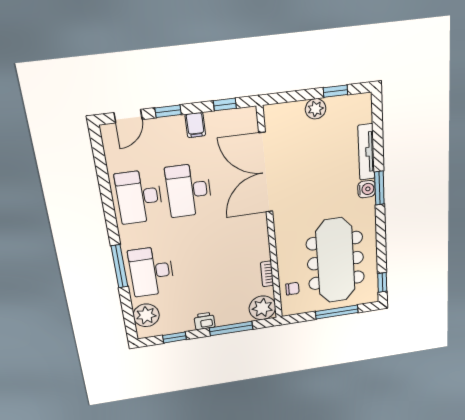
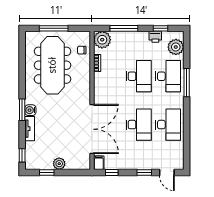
door: (128, 116) -> (167, 172), swing flipped
filing cabinet: (195, 125) -> (99, 163), moved
tv unit: (366, 152) -> (30, 129), width x0.71
desk: (199, 264) -> (139, 76), added
window: (382, 282) -> (22, 155), moved
printer: (204, 321) -> (155, 37), moved

